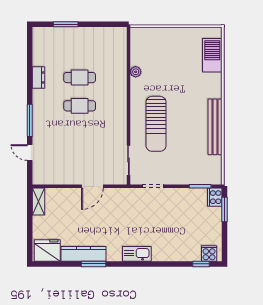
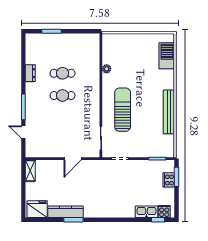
sun lounger: (156, 124) -> (123, 110), turned 180
cooker: (215, 197) -> (169, 180), moved
kitchen sink: (137, 254) -> (146, 212), moved

